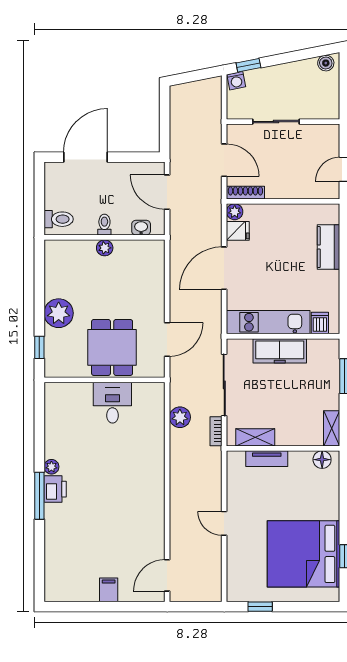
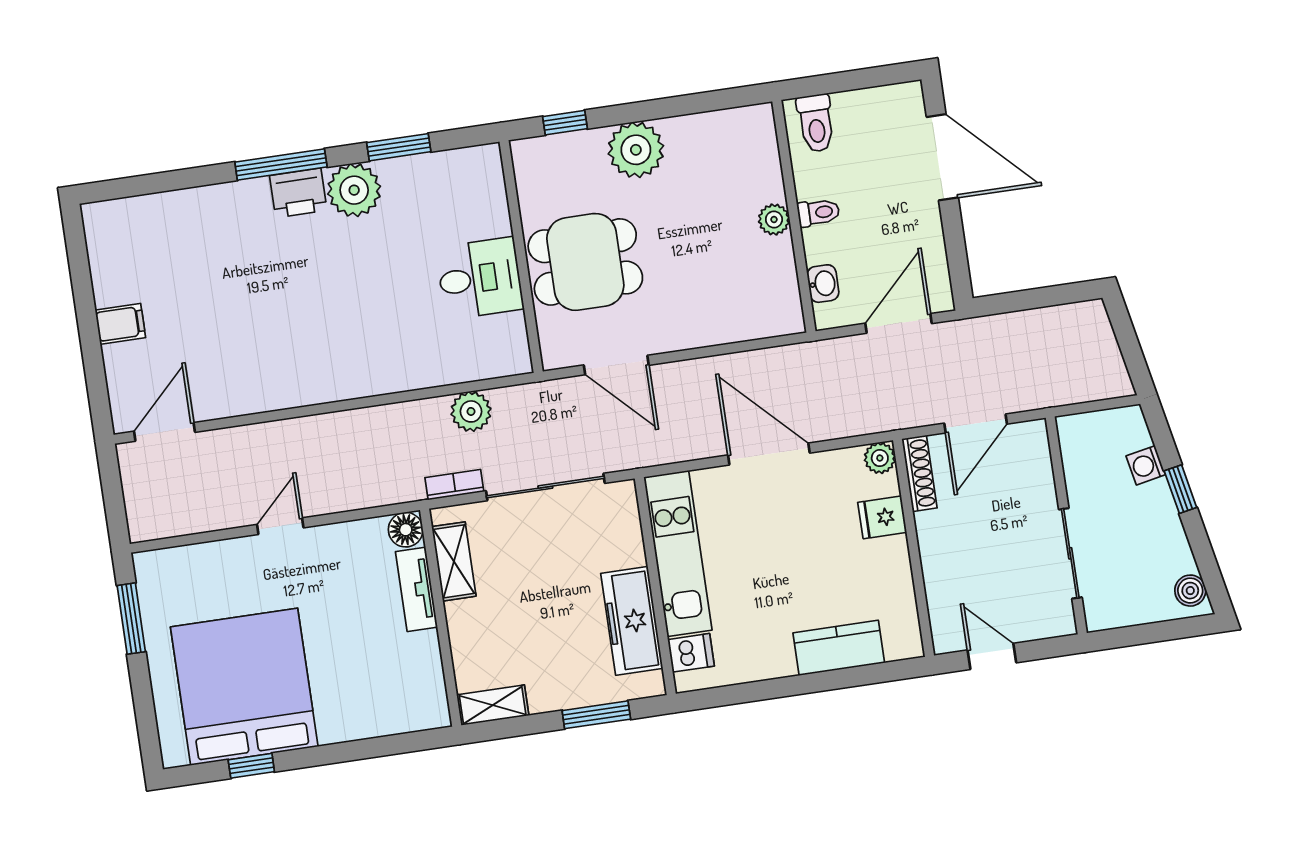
window: (248, 65) -> (1180, 489), moved
washing machine: (236, 81) -> (1146, 465), moved
sliding door: (276, 122) -> (1070, 553), moved
fridge: (238, 231) -> (882, 517), moved, turned 90
freezer: (280, 351) -> (632, 621), moved
window: (39, 434) -> (399, 147), added
floor lamp: (322, 460) -> (406, 530), moved
plant: (51, 467) -> (354, 190), width x1.88, depth x1.88
door: (167, 575) -> (165, 432), hinge flipped
window: (260, 607) -> (131, 619), width x1.50

